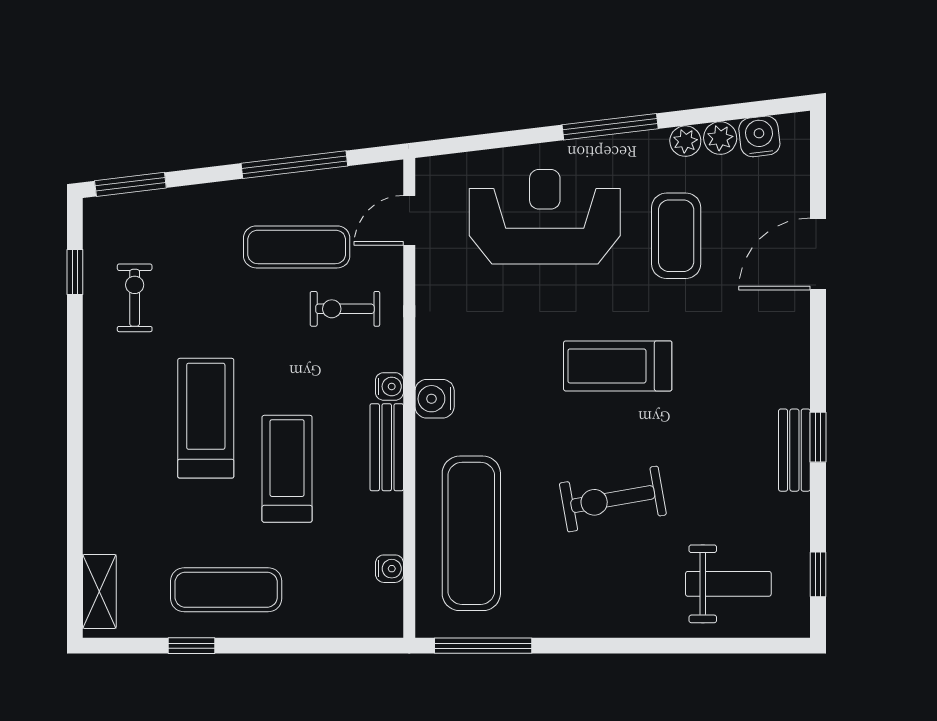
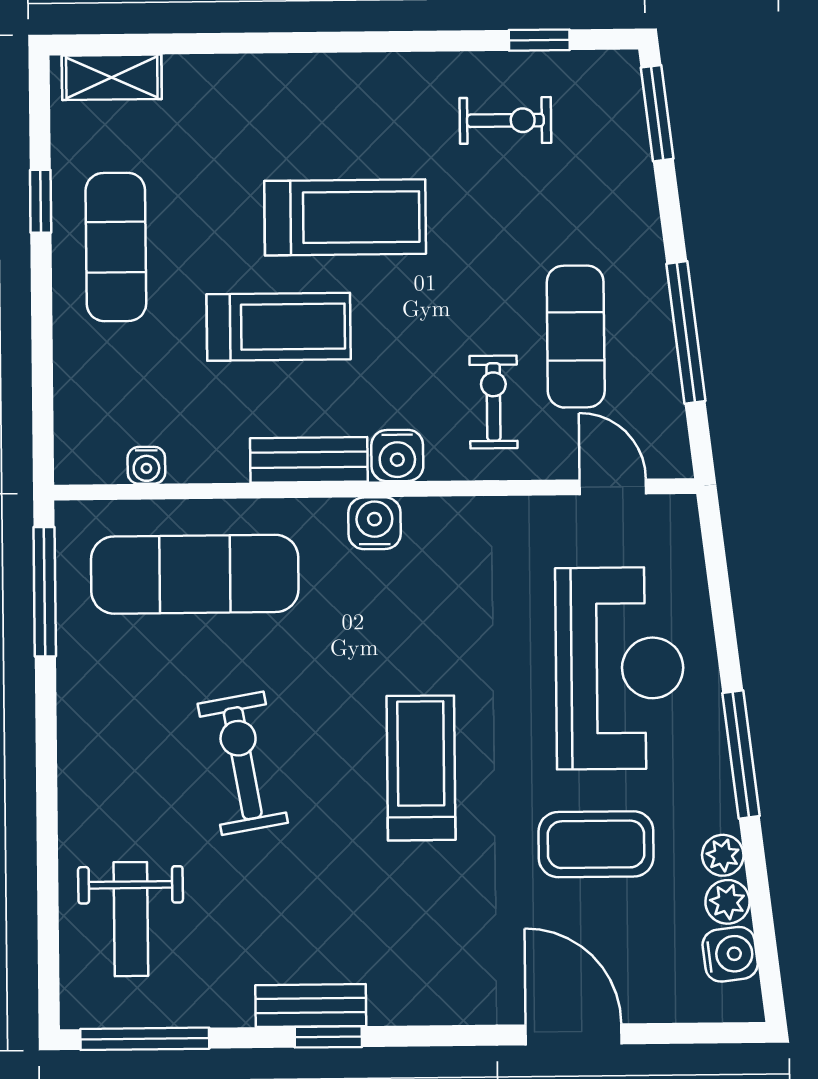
water cooler: (389, 386) -> (397, 456), width x1.38, depth x1.38
window: (818, 574) -> (145, 1039), width x2.17

